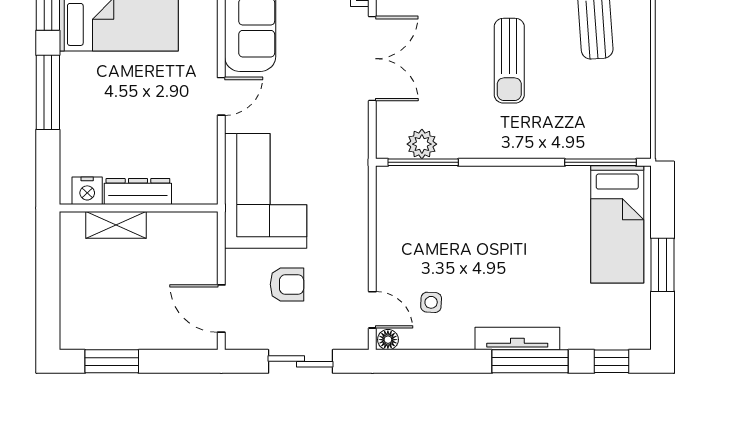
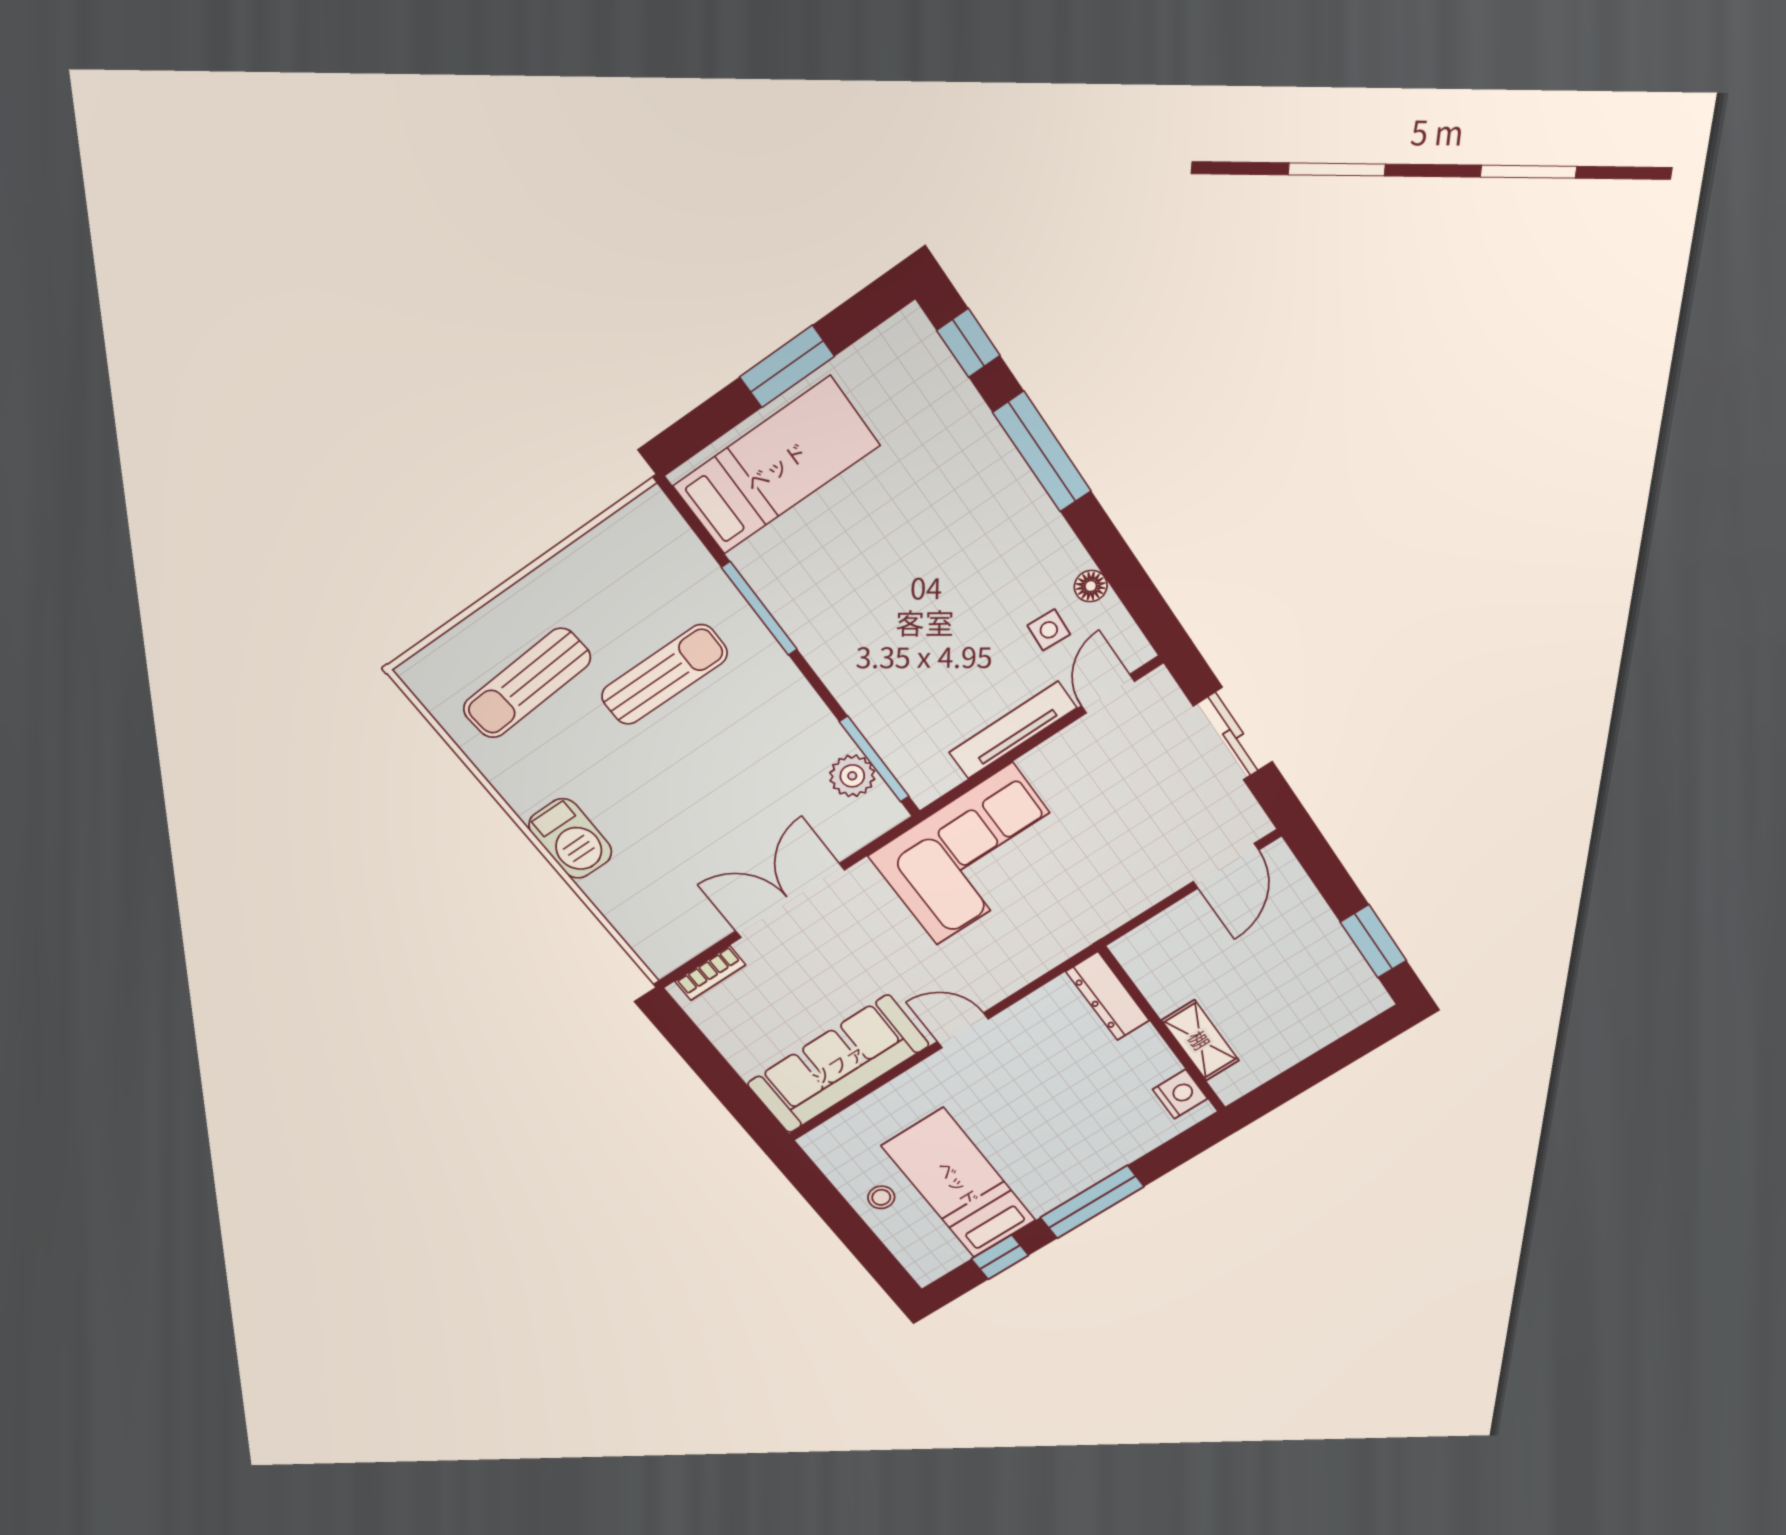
sun lounger: (509, 61) -> (664, 675), moved
window: (601, 162) -> (760, 609), moved
dresser: (138, 191) -> (1108, 996), moved
corner sofa: (266, 191) -> (974, 855), moved, turned 180
armchair: (287, 284) -> (1144, 813), removed
tv unit: (517, 338) -> (1013, 730), moved, turned 90
floor lamp: (388, 340) -> (1091, 586), moved

